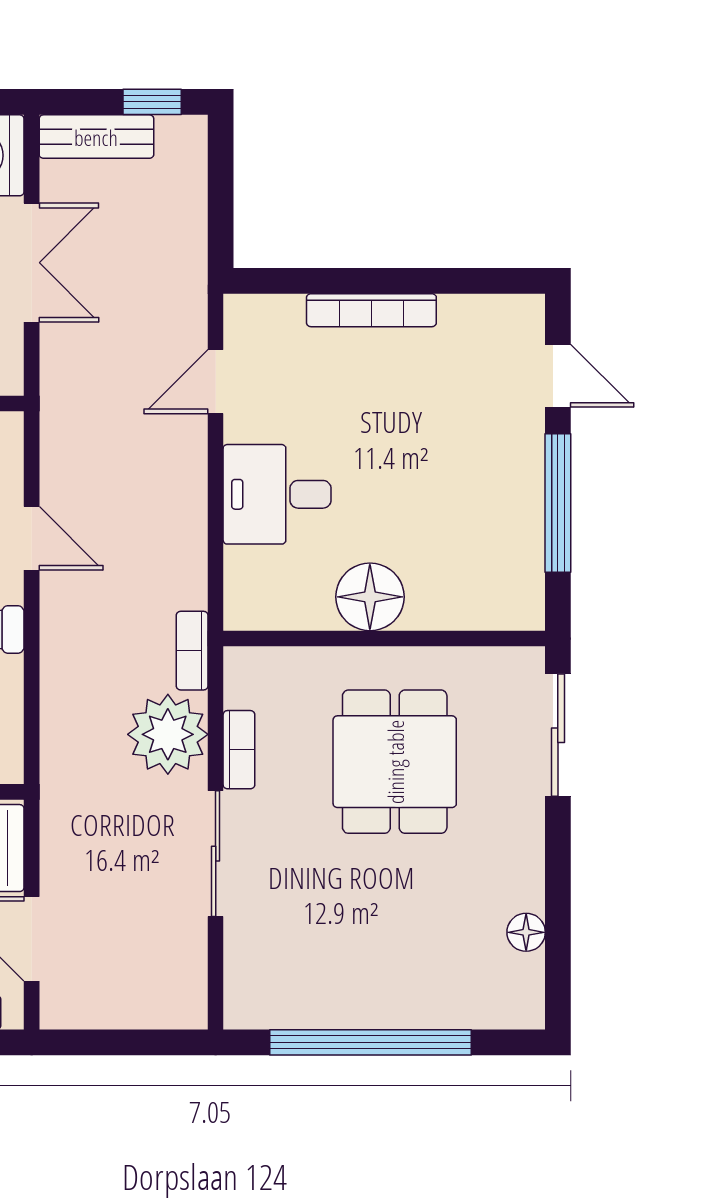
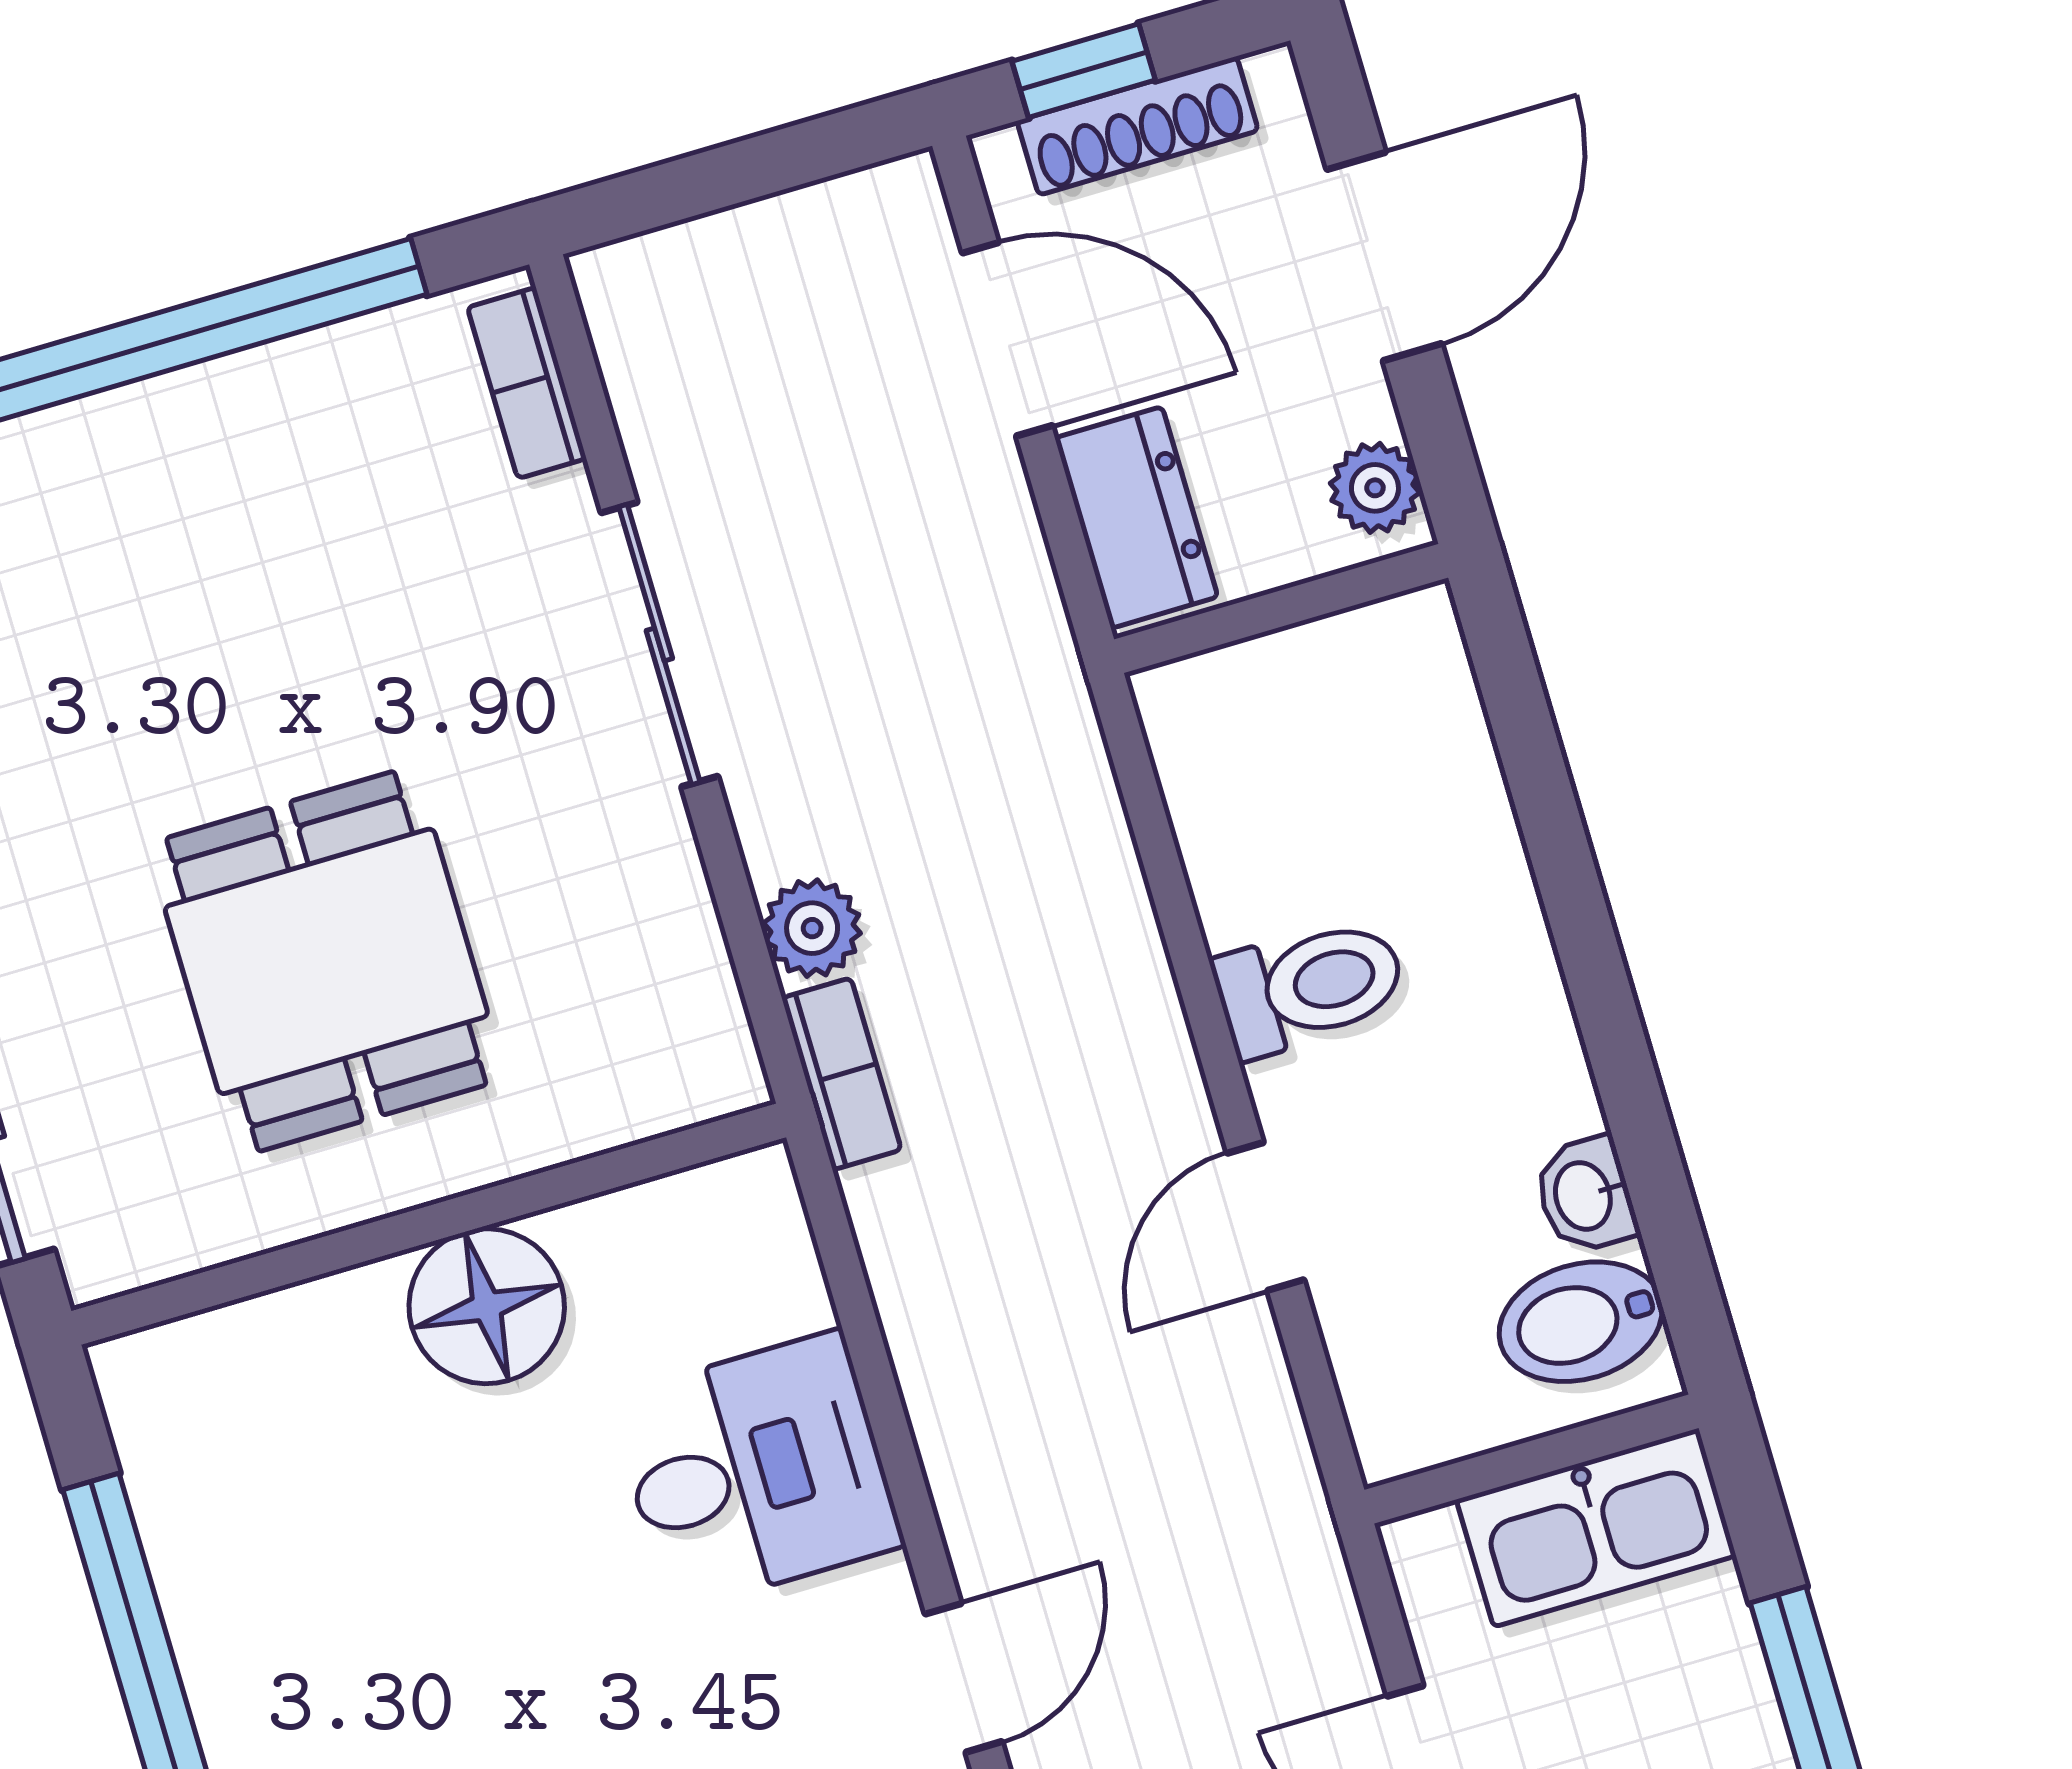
door: (32, 538) -> (1266, 1216), hinge flipped
plant: (168, 734) -> (812, 928), width x0.53, depth x0.53
bookcase: (239, 750) -> (527, 383), moved

